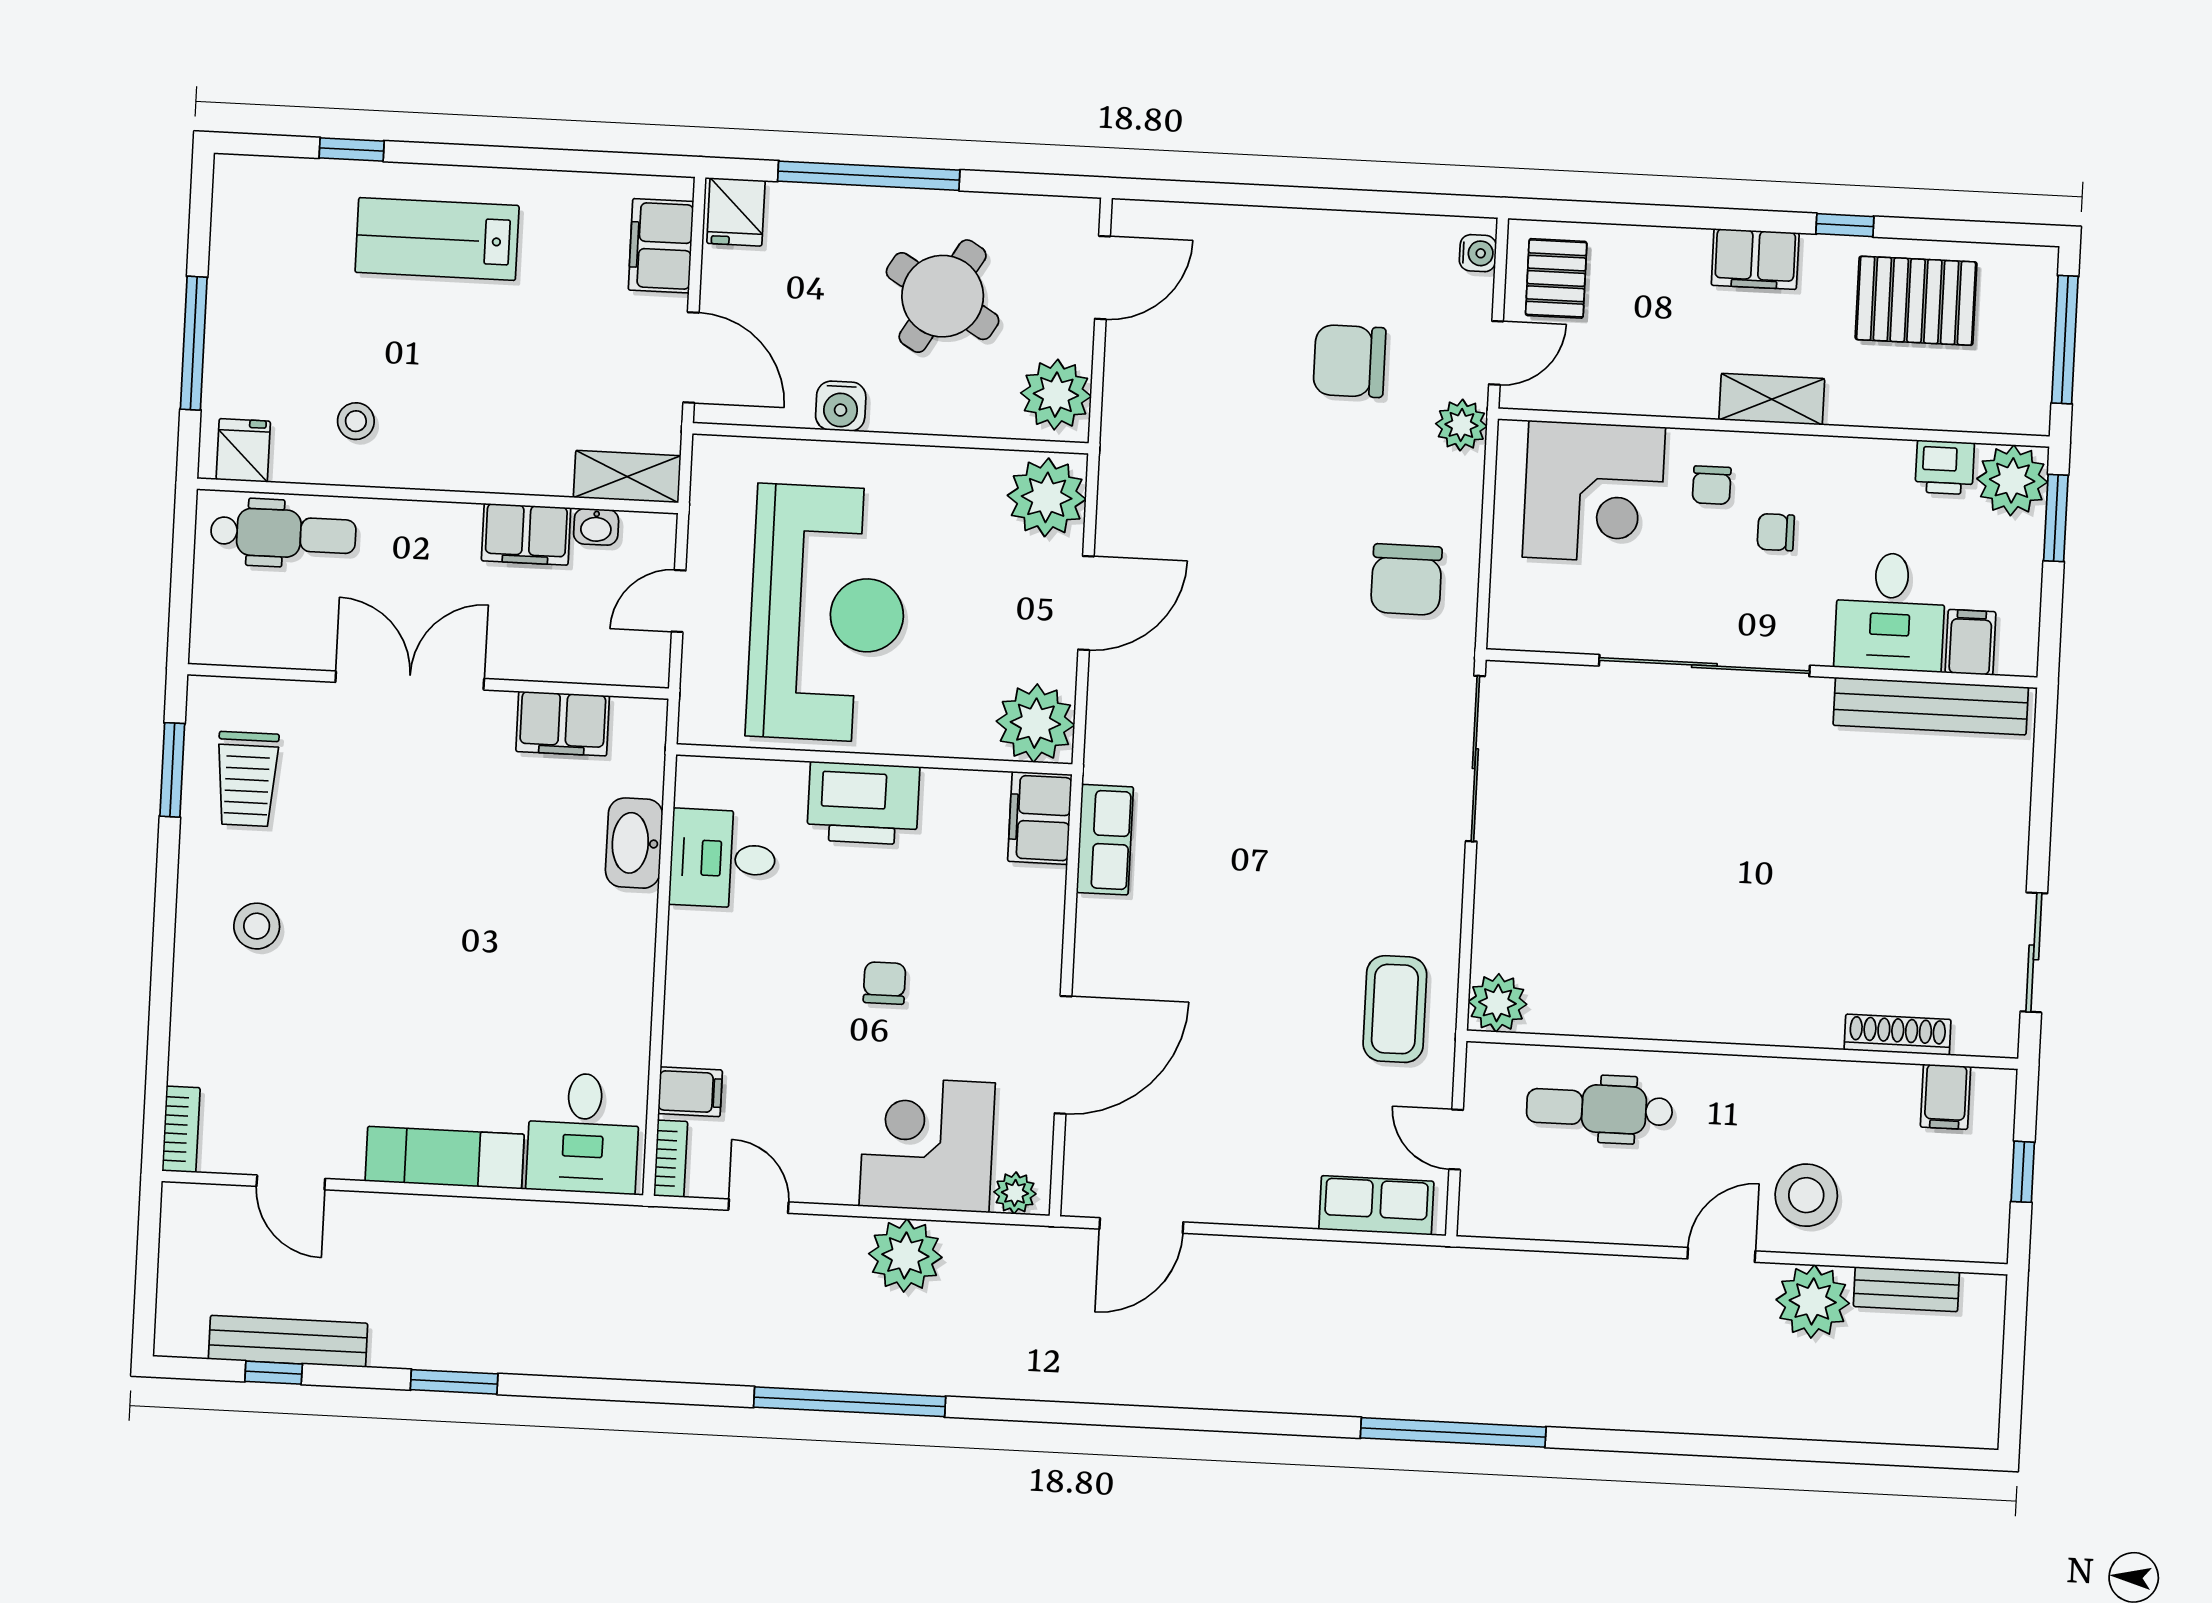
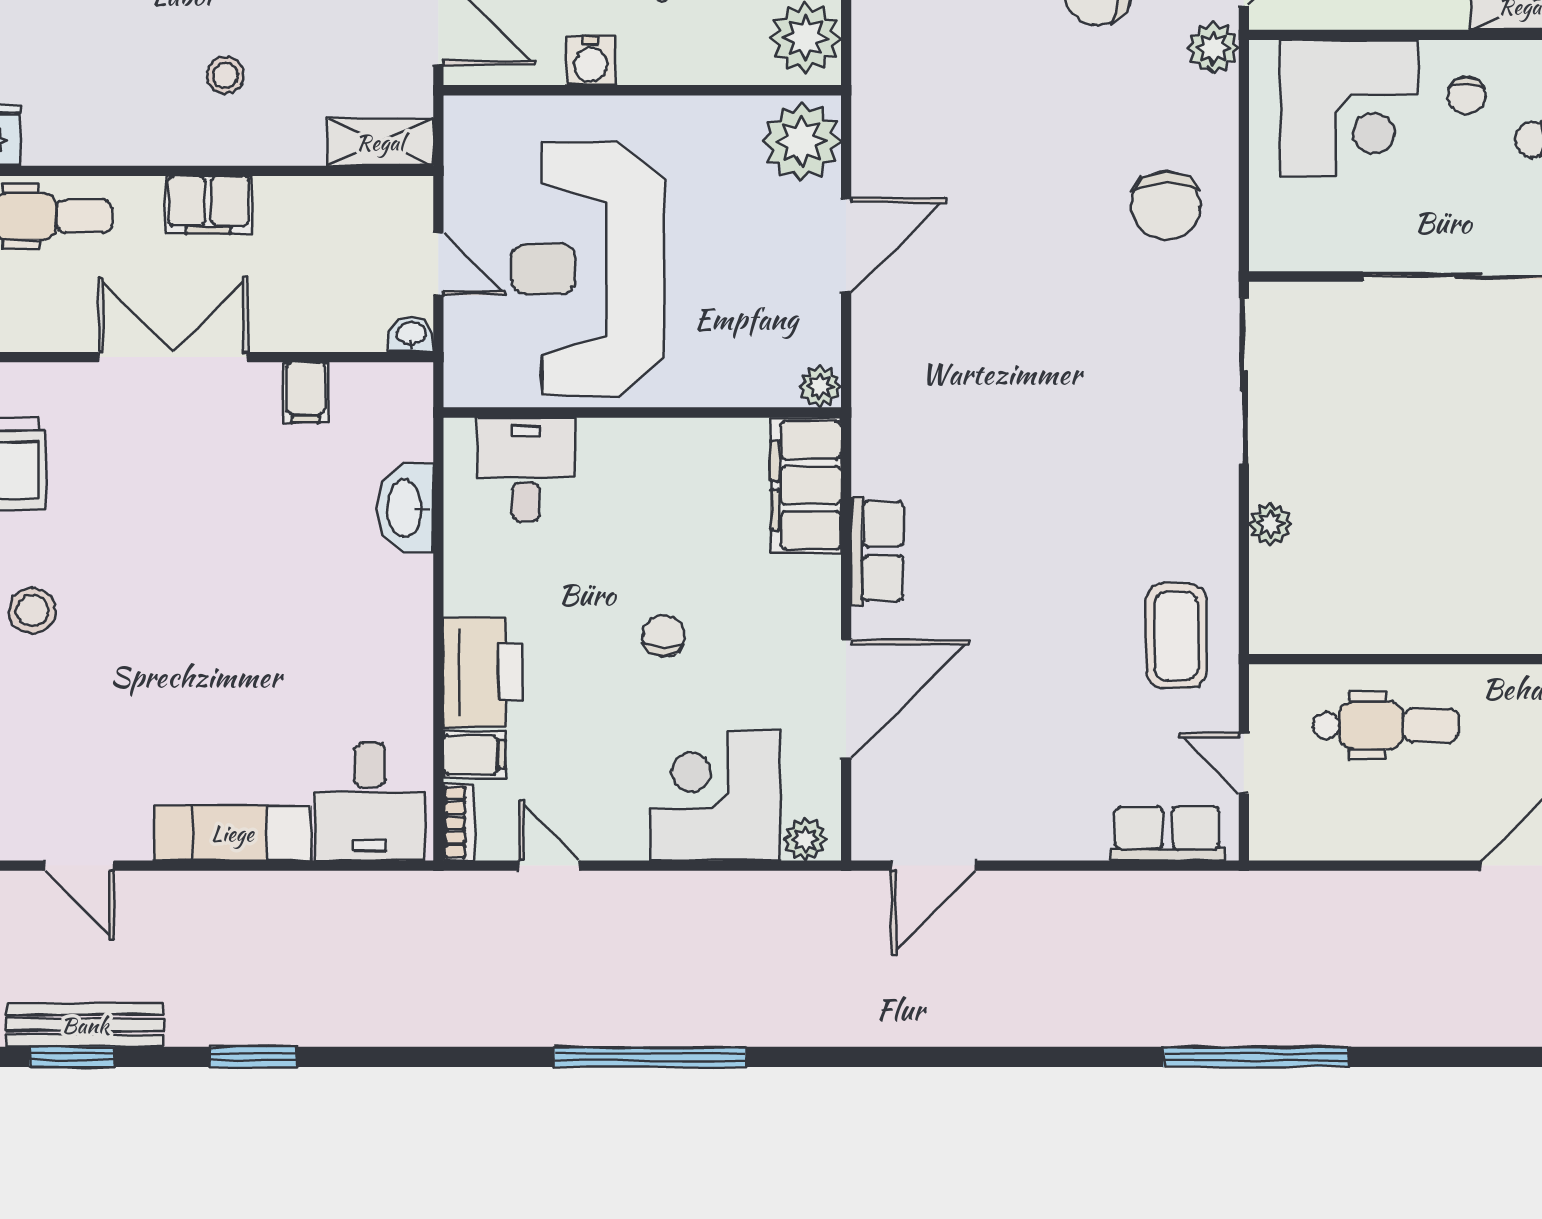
stool: (356, 421) -> (225, 75), moved
washbasin: (596, 527) -> (411, 334), moved, turned 180
filing cabinet: (526, 534) -> (208, 205), moved
door: (679, 601) -> (438, 264), swing flipped
reception desk: (827, 613) -> (588, 269), turned 180
plant: (1035, 723) -> (820, 386), width x0.53, depth x0.53
filing cabinet: (563, 724) -> (306, 392), width x0.50
printer: (863, 803) -> (483, 672), moved, turned -90
filing cabinet: (1040, 818) -> (806, 485), width x1.50, depth x1.17
row of seats: (1105, 840) -> (877, 551), moved
desk: (723, 859) -> (526, 470), moved, turned 90
plant: (1497, 1003) -> (1270, 524), moved, width x0.73, depth x0.73
dental chair: (1599, 1109) -> (1386, 725), turned 180
plant: (905, 1255) -> (698, 908), removed
window: (274, 1373) -> (72, 1057), width x1.50

